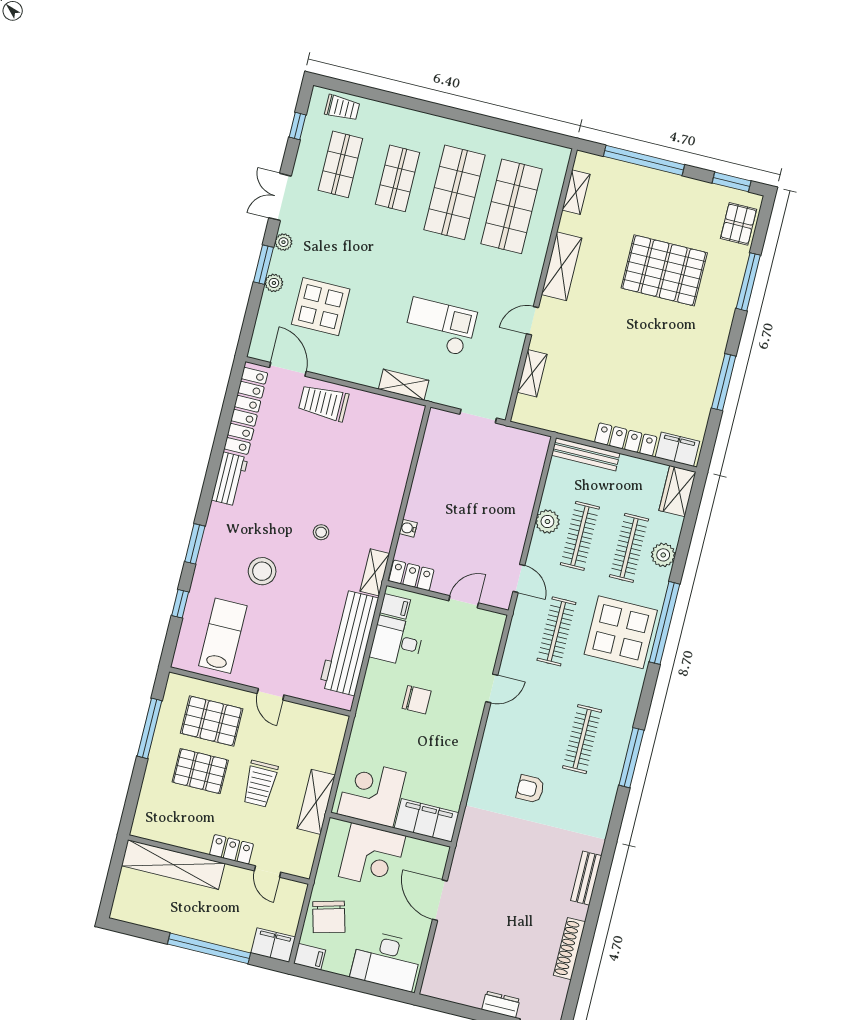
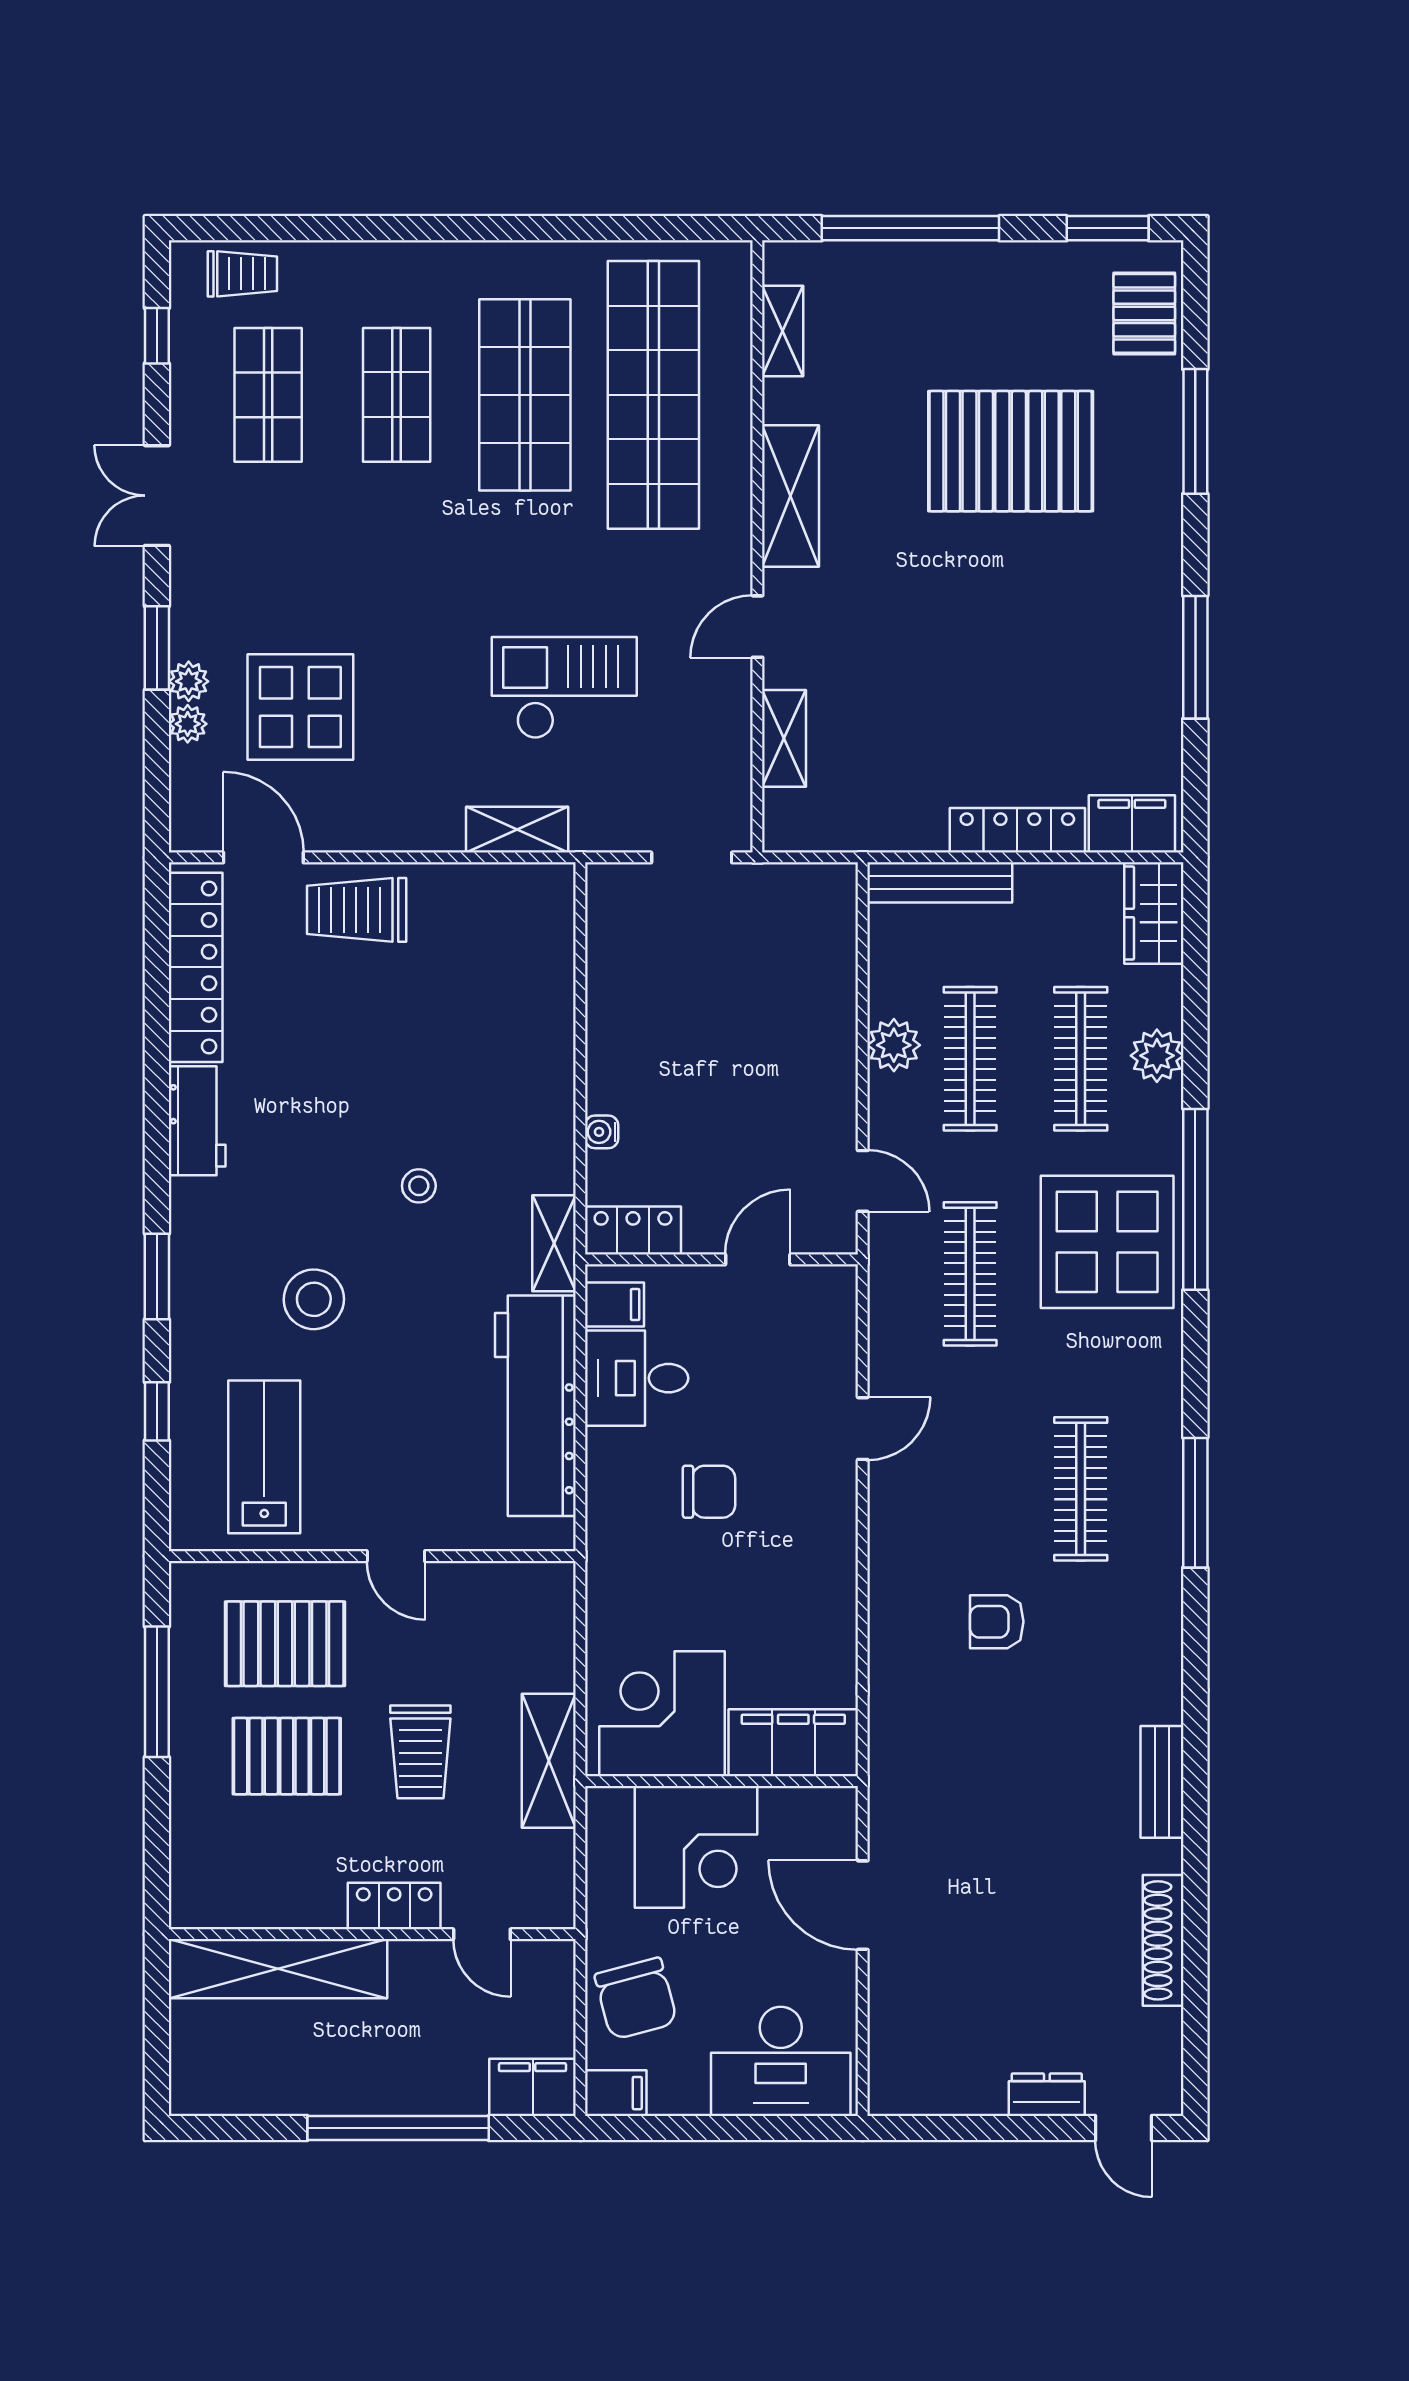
shop shelf: (512, 206) -> (653, 395), width x1.40
plant: (283, 242) -> (188, 724), moved

